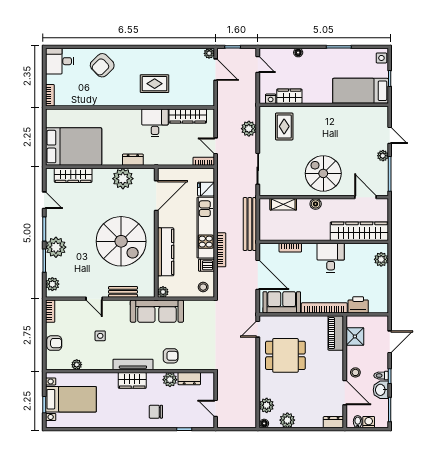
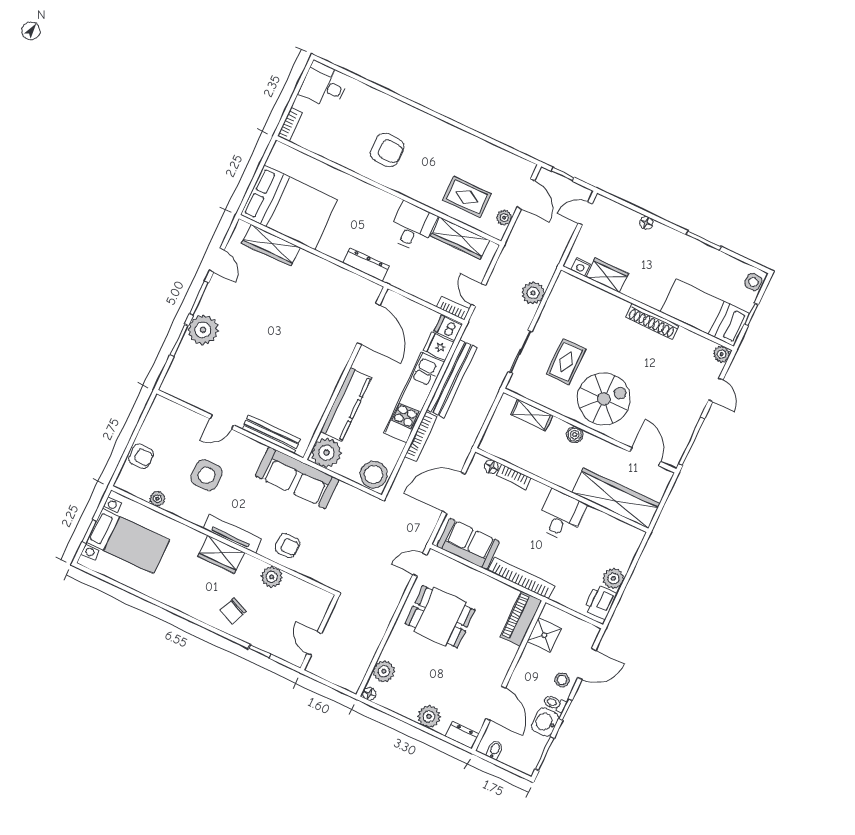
plant: (209, 53) -> (504, 218), moved
armchair: (102, 65) -> (387, 150), moved, turned -136
door: (258, 65) -> (585, 213), swing flipped
rug: (155, 84) -> (467, 197), moved
shoe rack: (330, 112) -> (652, 321), added
rug: (284, 126) -> (566, 362), moved
plant: (383, 156) -> (722, 354), moved
dresser: (133, 160) -> (366, 265), width x1.44
spiral stairs: (323, 173) -> (604, 399), turned 90
plant: (123, 179) -> (335, 281), removed
door: (156, 196) -> (368, 324), hinge flipped
bench: (250, 224) -> (452, 379), moved
spiral stairs: (121, 241) -> (293, 363), removed
floor lamp: (273, 248) -> (491, 467), added
plant: (381, 259) -> (613, 578), moved
dishwasher: (206, 265) -> (448, 328), moved
door: (258, 275) -> (454, 493), swing flipped
plant: (52, 284) -> (175, 377), removed
stool: (203, 287) -> (374, 475), width x1.89, depth x1.89
bench: (123, 292) -> (271, 434), width x1.36
plant: (163, 292) -> (326, 453), width x1.88, depth x1.88
door: (94, 299) -> (222, 422), hinge flipped
printer: (358, 305) -> (600, 602), moved, turned -90
bookcase: (50, 311) -> (155, 411), removed
side table: (100, 336) -> (207, 475), width x1.87, depth x1.87
stool: (355, 372) -> (562, 680), moved
dresser: (189, 379) -> (298, 588), removed
chair: (156, 412) -> (233, 611), turned -66
plant: (287, 420) -> (429, 717), moved
washing machine: (369, 422) -> (509, 757), removed

